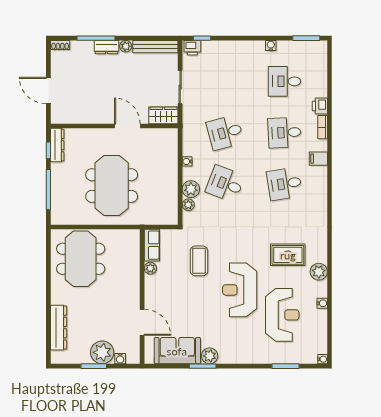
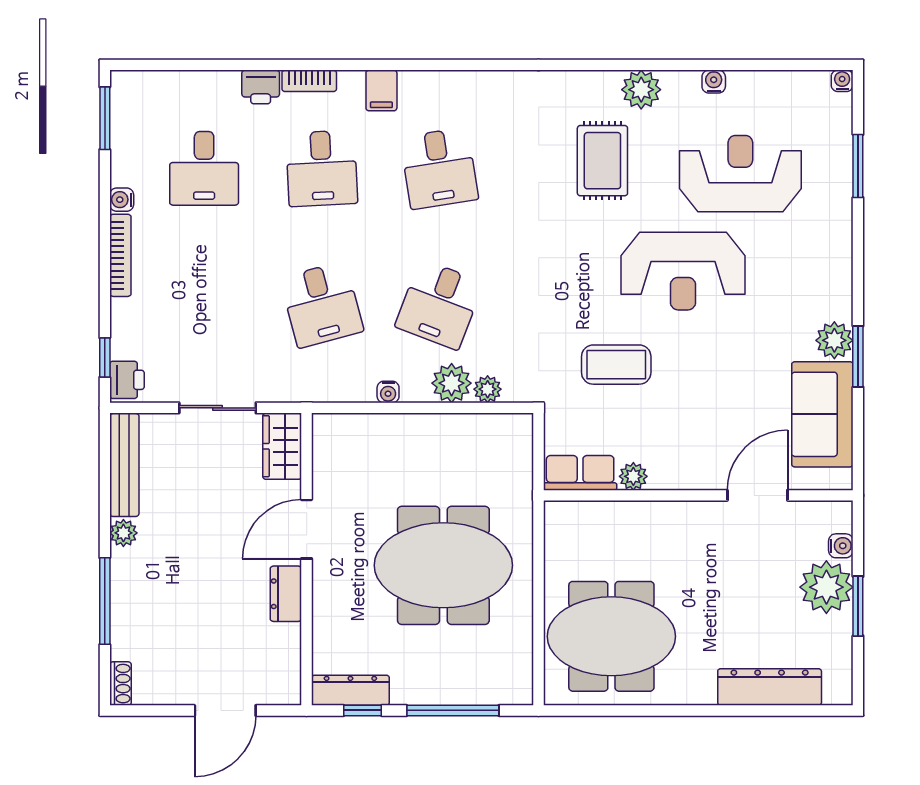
bookcase: (247, 45) -> (120, 255), added
dresser: (106, 47) -> (286, 594), moved, turned 180

